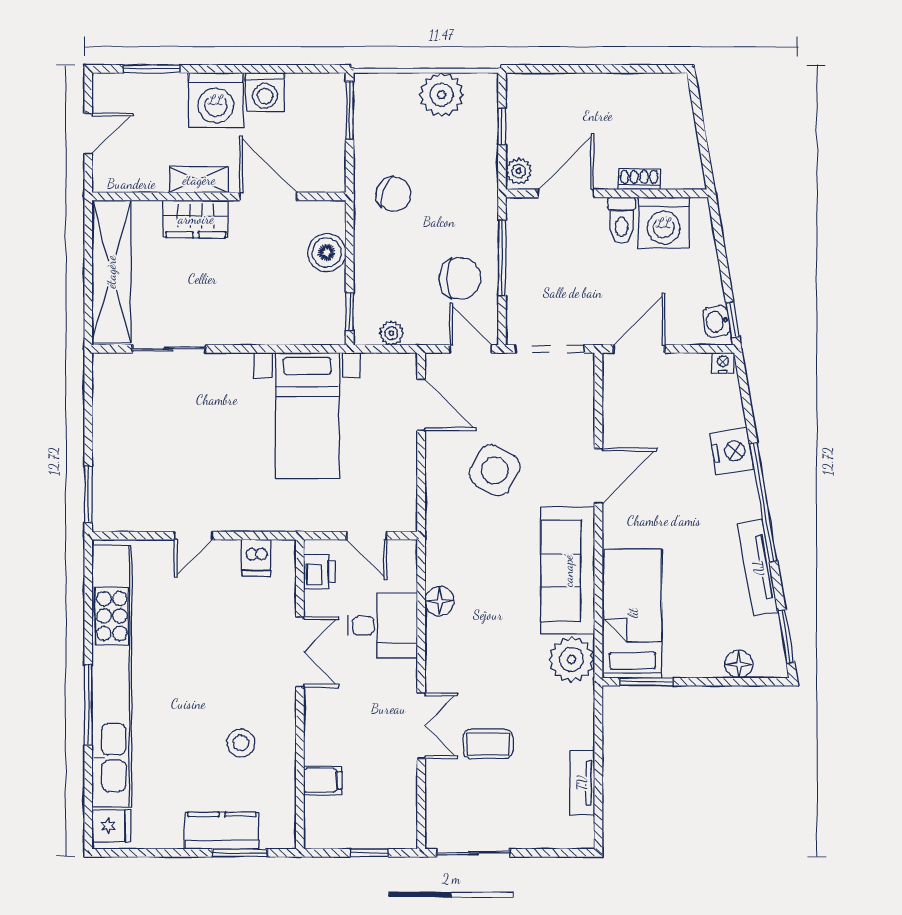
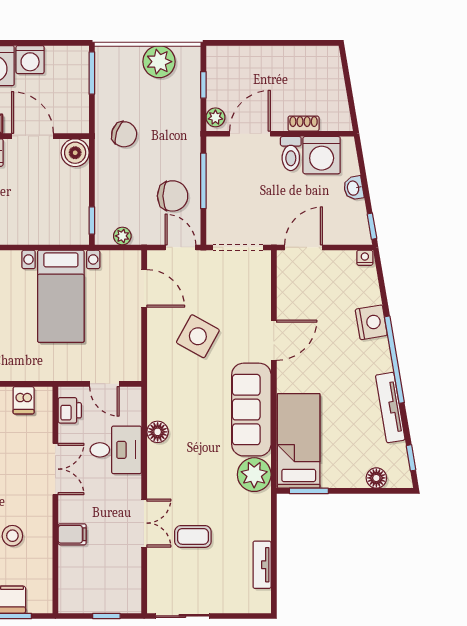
boiler: (327, 253) -> (75, 153), moved
washbasin: (717, 321) -> (354, 188), moved
window: (786, 637) -> (411, 458), width x0.67
filing cabinet: (323, 780) -> (72, 534), moved

